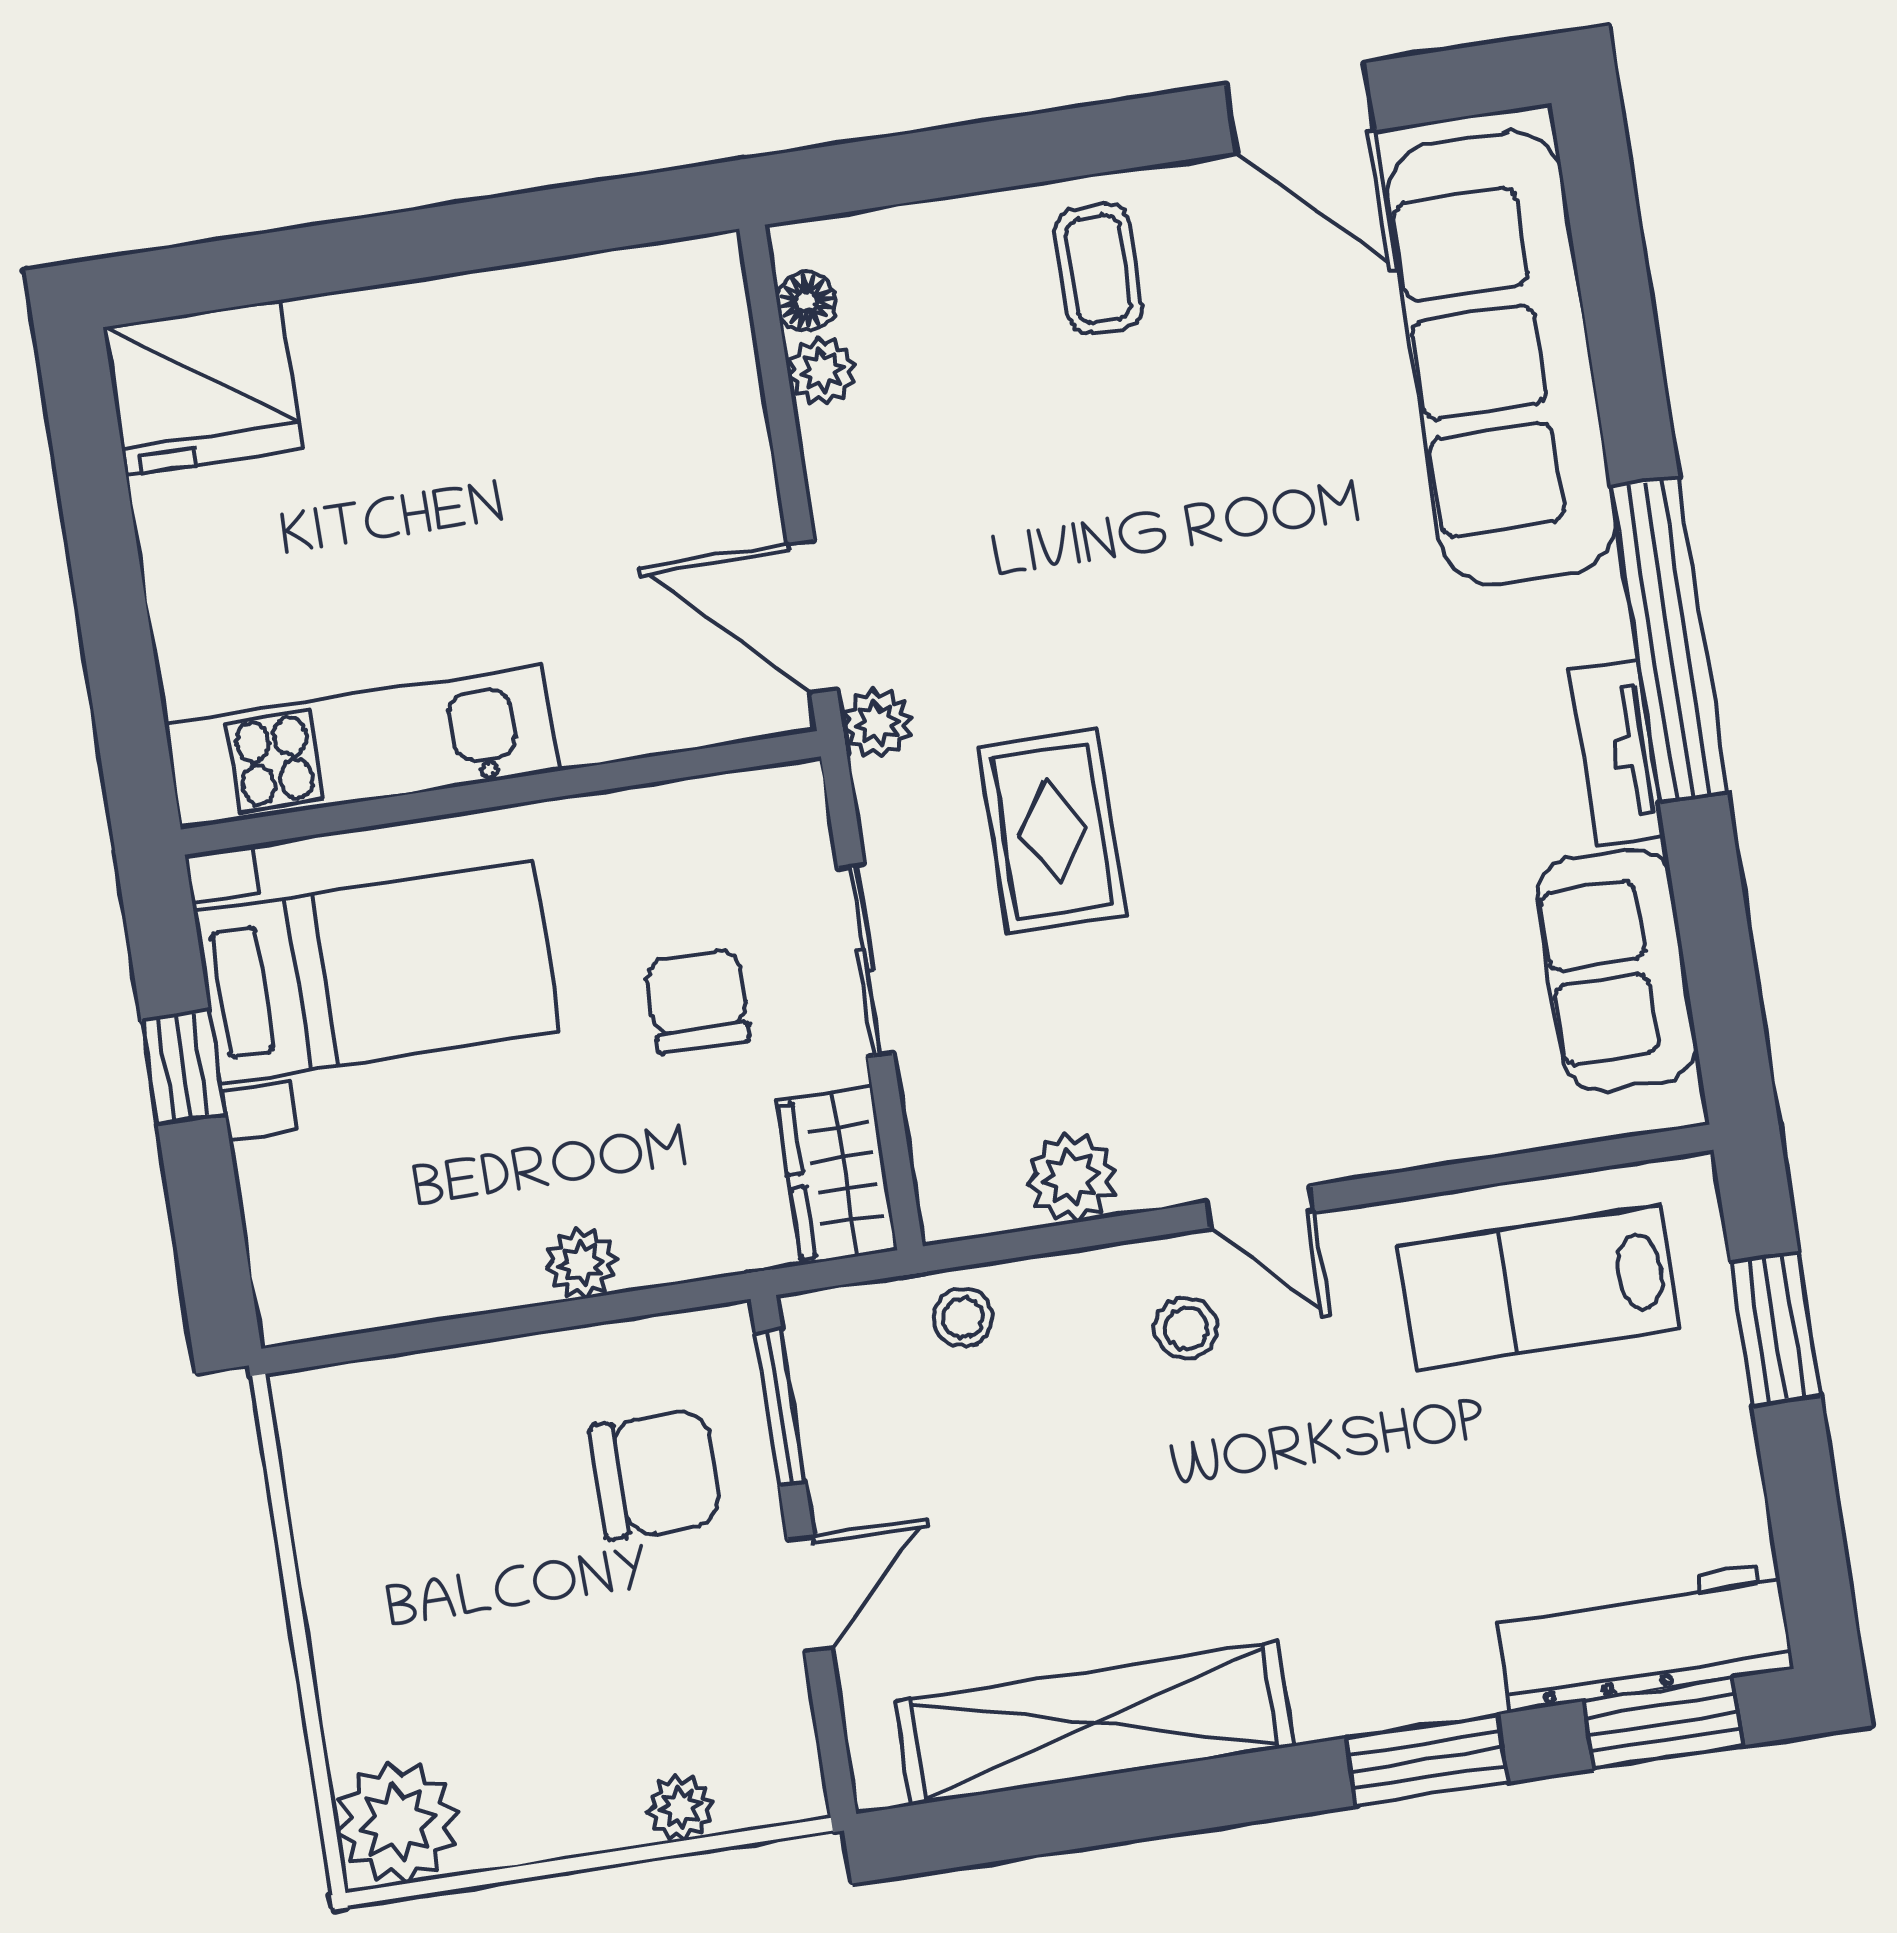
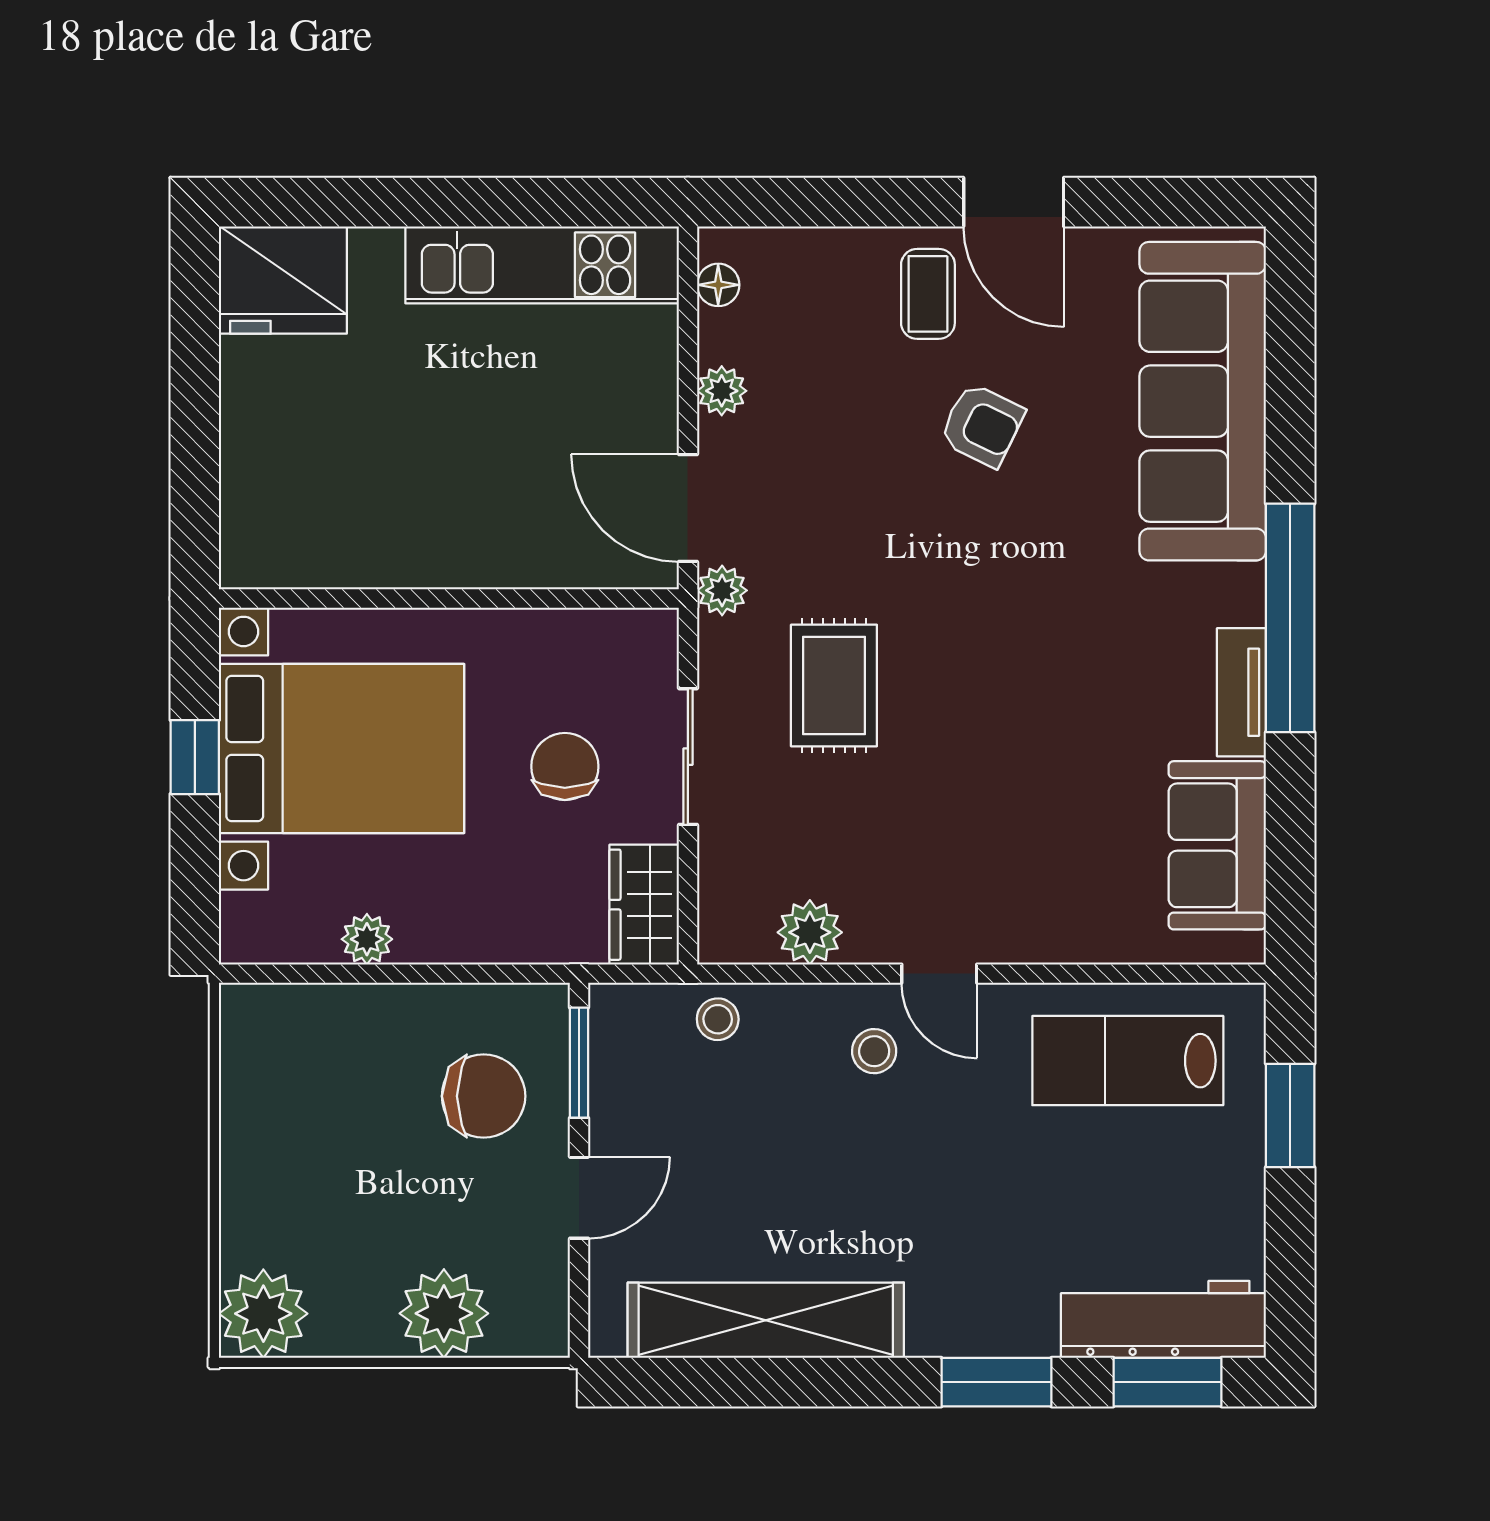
door: (1300, 107) -> (1014, 202), moved
plant: (822, 371) -> (722, 391), moved
armchair: (1201, 439) -> (982, 425), added
kitchen unit: (362, 747) -> (542, 265), moved, turned 180
bed with nightstands: (376, 972) -> (342, 749), width x1.36
plant: (581, 1263) -> (367, 939), moved
plant: (680, 1808) -> (444, 1313), width x1.87, depth x1.87

